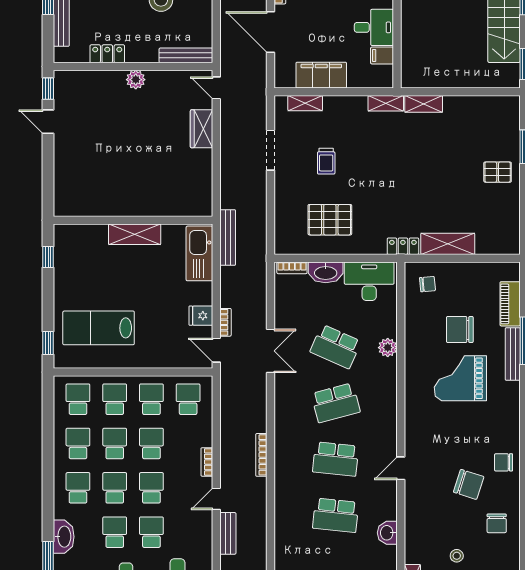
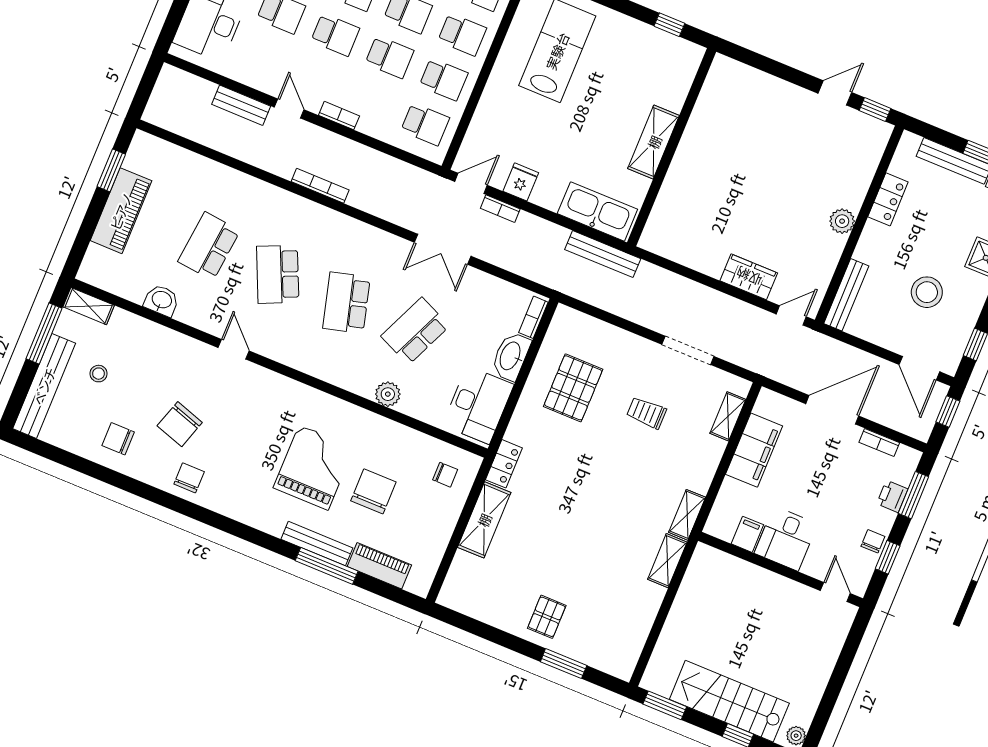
chair: (428, 284) -> (445, 475), turned -85
school desk: (336, 459) -> (278, 274), turned -30

